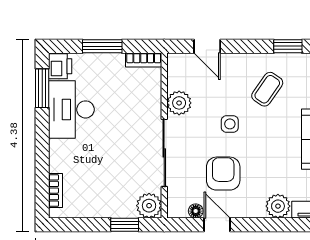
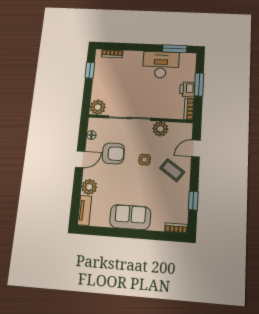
printer: (60, 66) -> (187, 89), moved, turned 90
coffee table: (267, 89) -> (172, 170), moved
window: (125, 225) -> (90, 70), moved
door: (217, 225) -> (80, 159), moved

